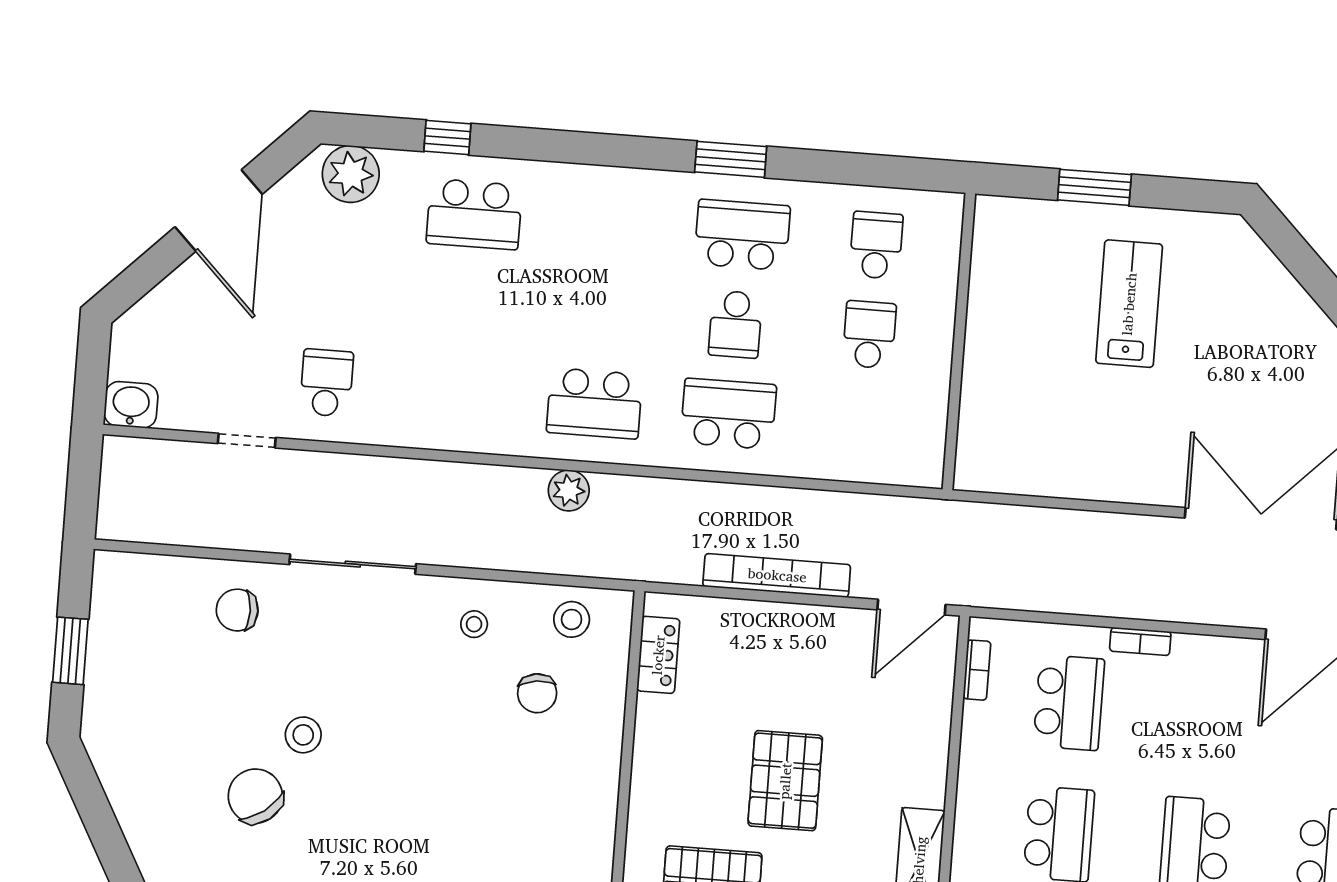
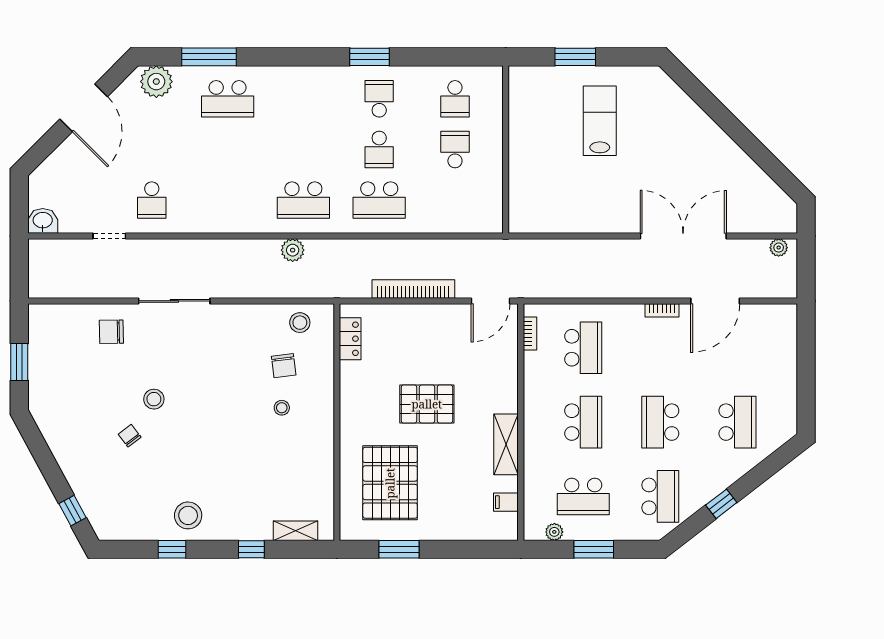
window: (447, 138) -> (209, 57), width x2.17
school desk: (742, 235) -> (379, 99), width x0.54
school desk: (876, 245) -> (455, 99), turned 180
school desk: (327, 383) -> (152, 200), turned 180
school desk: (728, 414) -> (379, 200), turned 180
stool: (474, 624) -> (282, 408), moved
bookcase: (1140, 641) -> (662, 310), moved
pallet: (785, 781) -> (427, 404), turned 90
chair: (255, 796) -> (130, 436), width x0.54, depth x0.54

